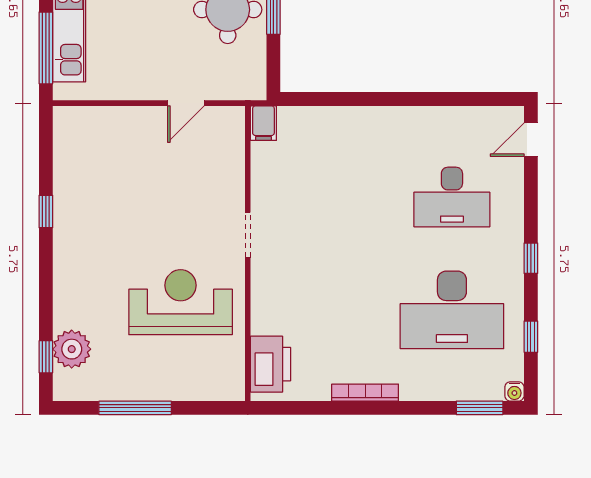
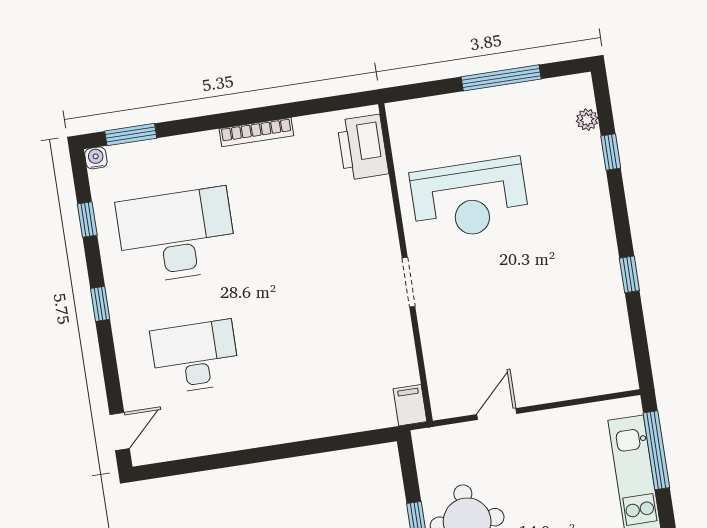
plant: (72, 349) -> (587, 120), width x0.53, depth x0.53
window: (46, 357) -> (611, 152), moved

